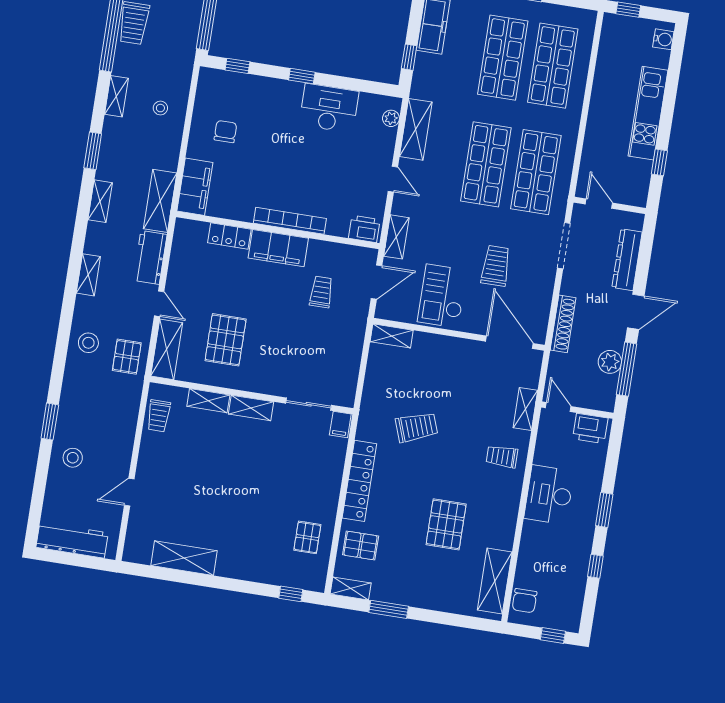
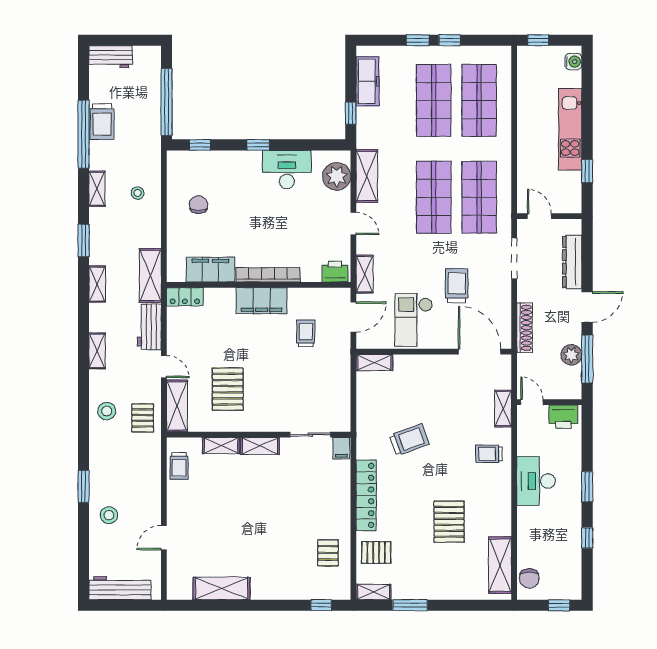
plant: (391, 118) -> (337, 176), width x1.88, depth x1.88
filing cabinet: (195, 187) -> (210, 270), moved, turned -90
locker: (229, 236) -> (185, 297), moved

